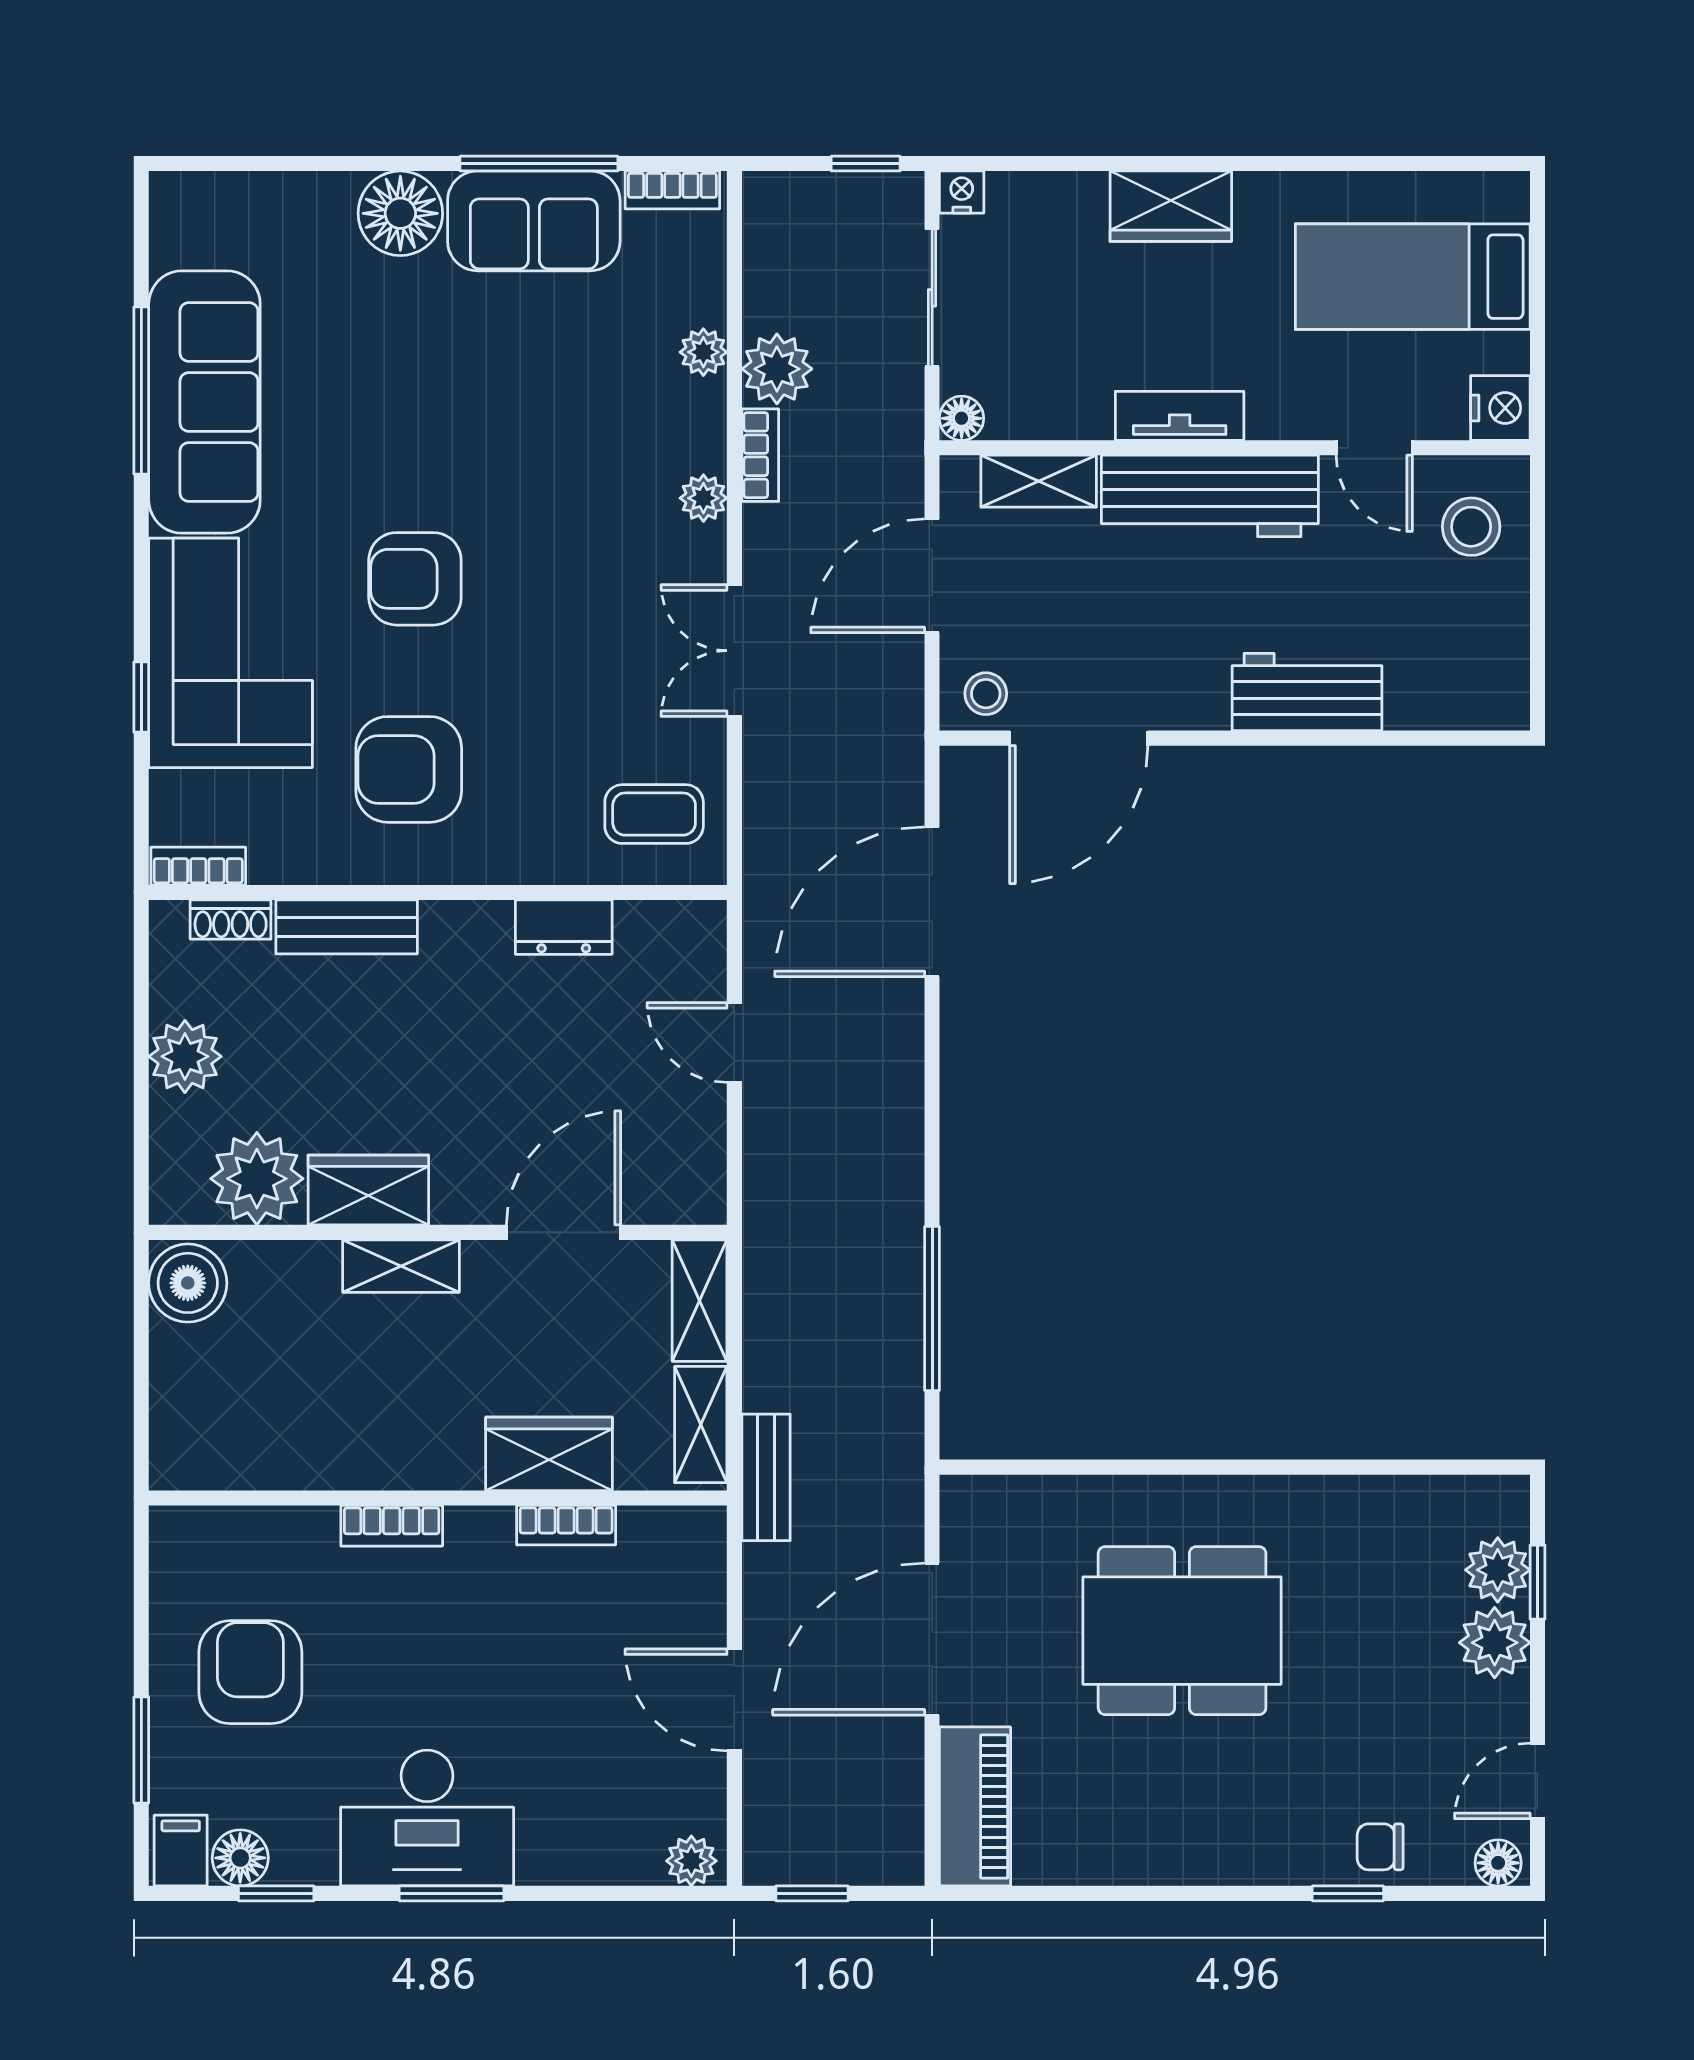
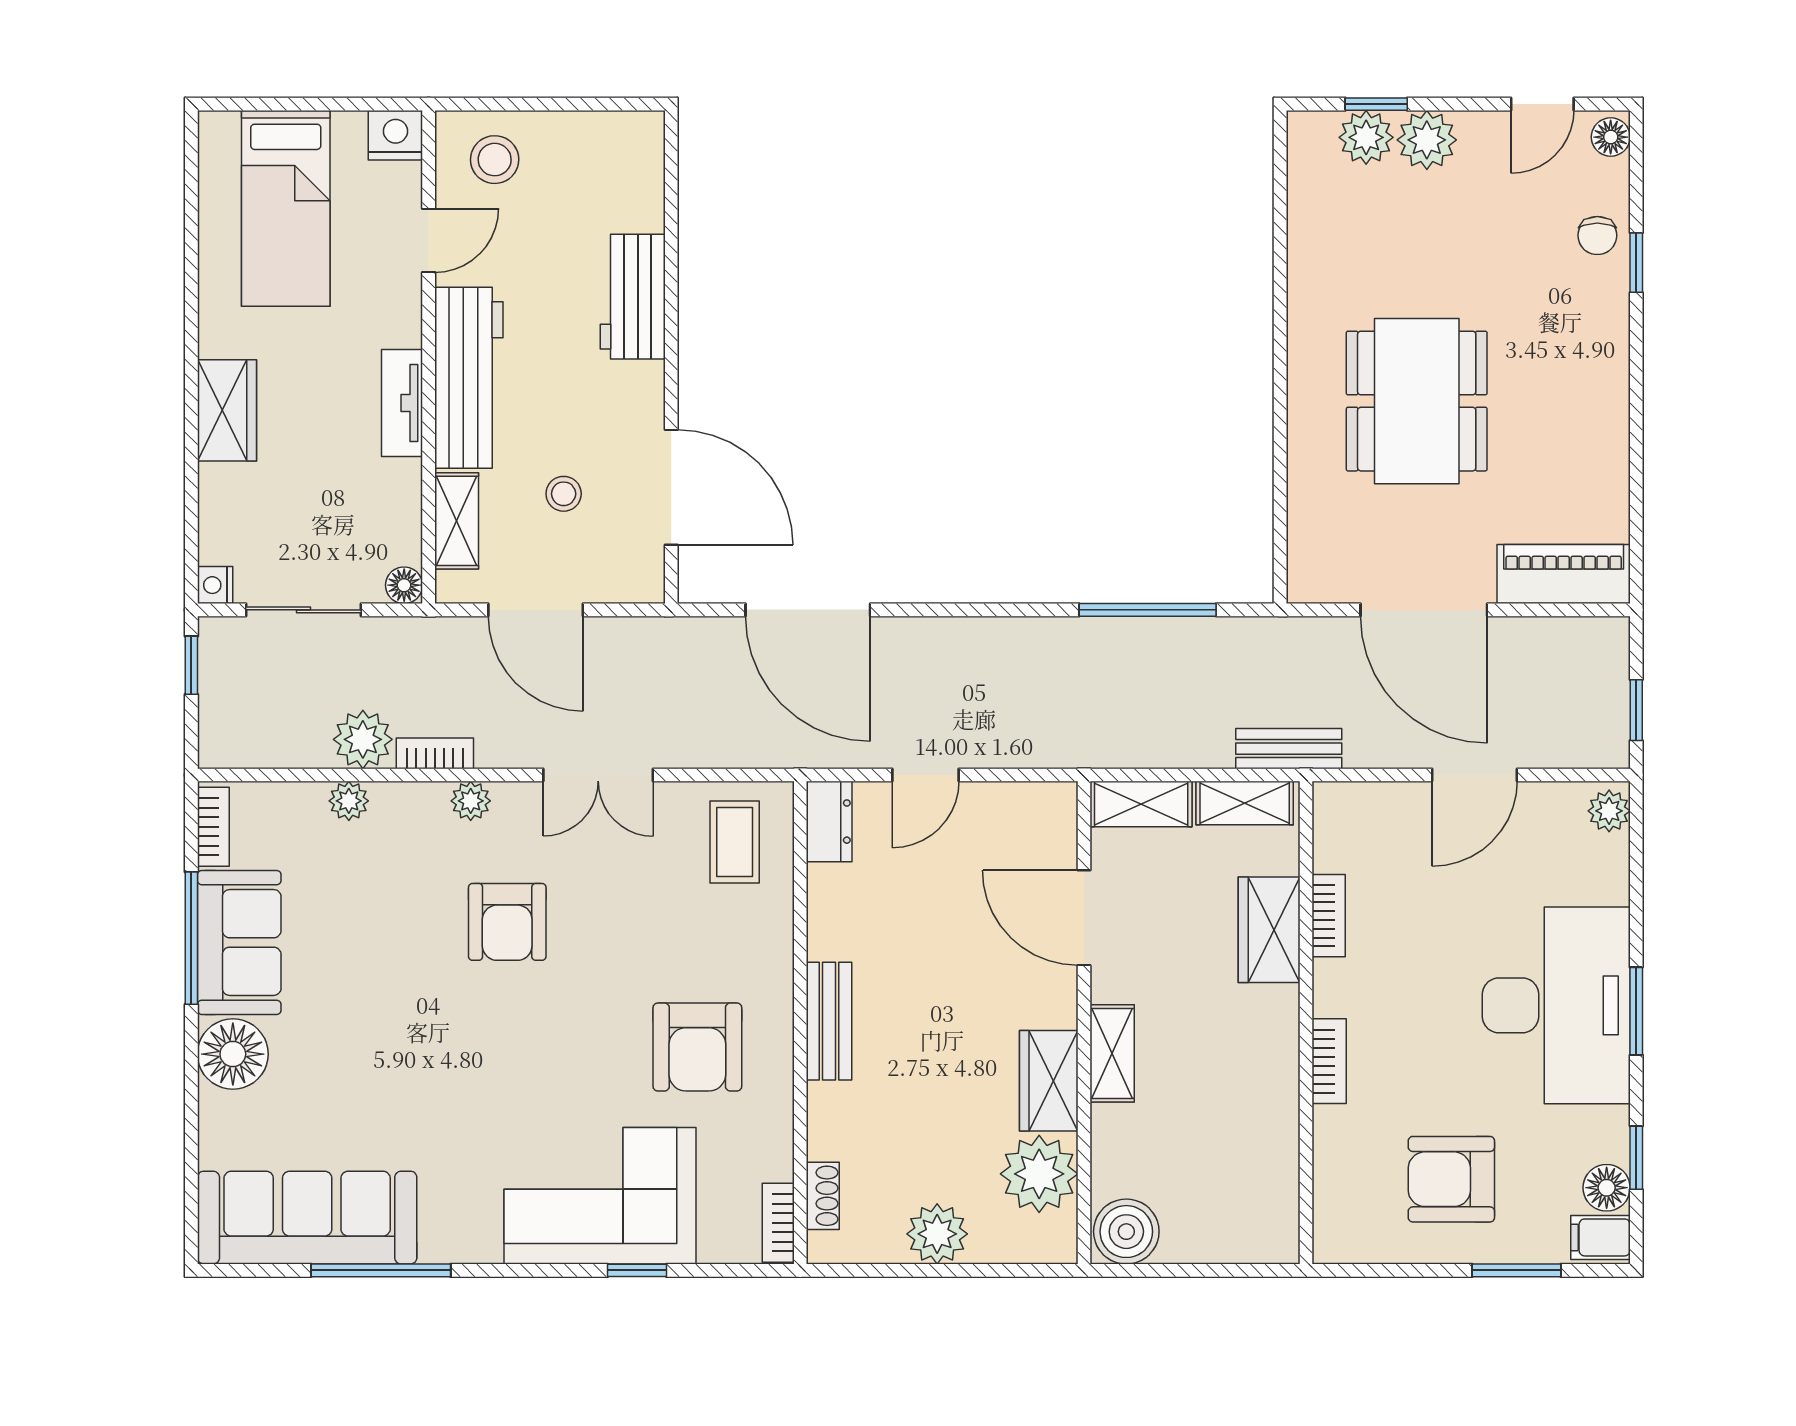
sofa: (204, 402) -> (307, 1218), moved
armchair: (415, 579) -> (507, 922), moved
stool: (986, 694) -> (564, 494), moved
bench: (347, 927) -> (829, 1021), moved
dresser: (564, 927) -> (829, 822), moved
door: (1537, 1781) -> (1542, 104), hinge flipped
desk: (427, 1818) -> (1556, 1005), width x1.36, depth x1.30

